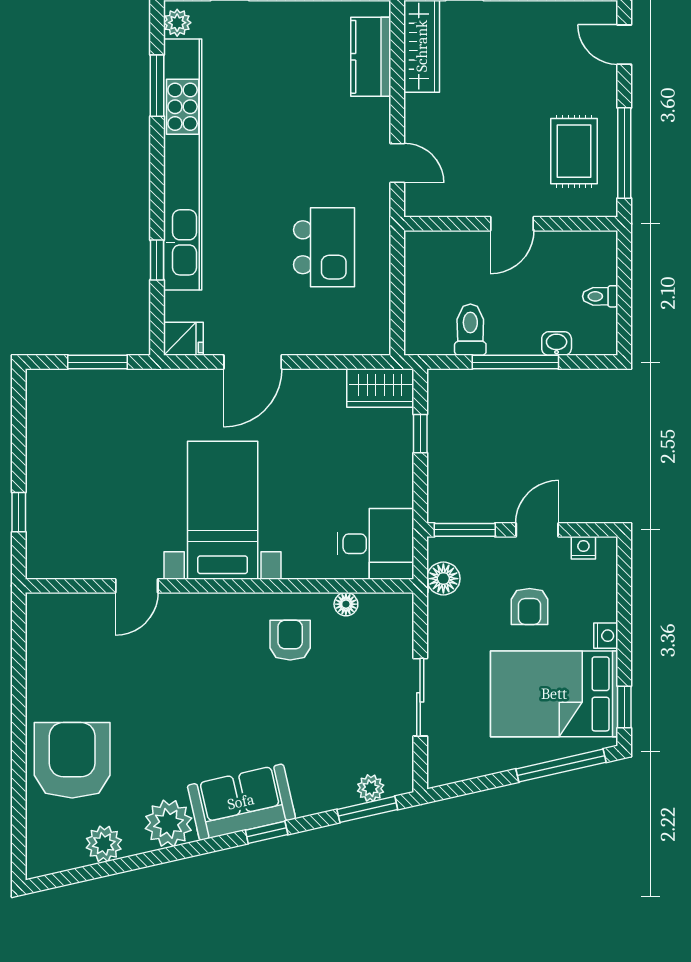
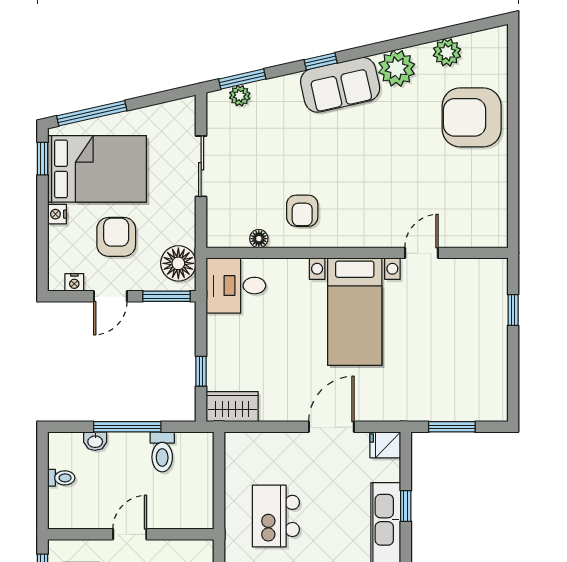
floor lamp: (443, 579) -> (178, 263), width x1.38, depth x1.38
armchair: (530, 606) -> (116, 237), width x1.38, depth x1.38
armchair: (72, 760) -> (472, 117), turned 90

